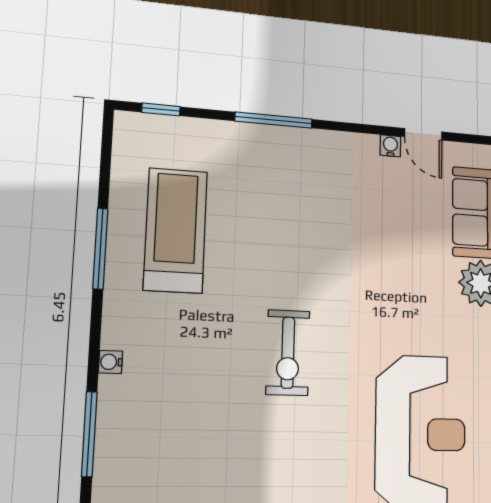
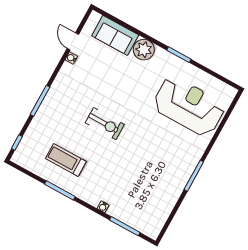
door: (423, 134) -> (73, 41), swing flipped
treadmill: (176, 230) -> (66, 160), width x0.73, depth x0.73
exercise bike: (288, 353) -> (105, 124), moved

